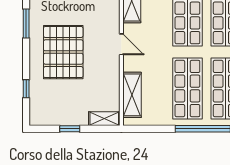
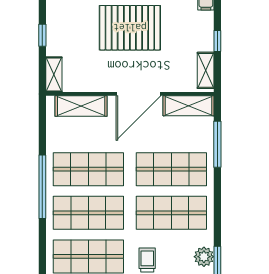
door: (121, 44) -> (138, 94), width x1.88

